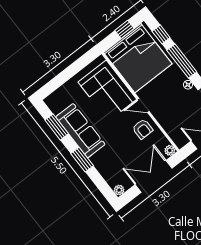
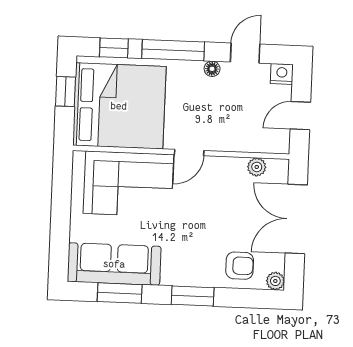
armchair: (143, 129) -> (240, 266), moved
sofa: (80, 131) -> (114, 264), moved
plant: (170, 150) -> (257, 167), moved

